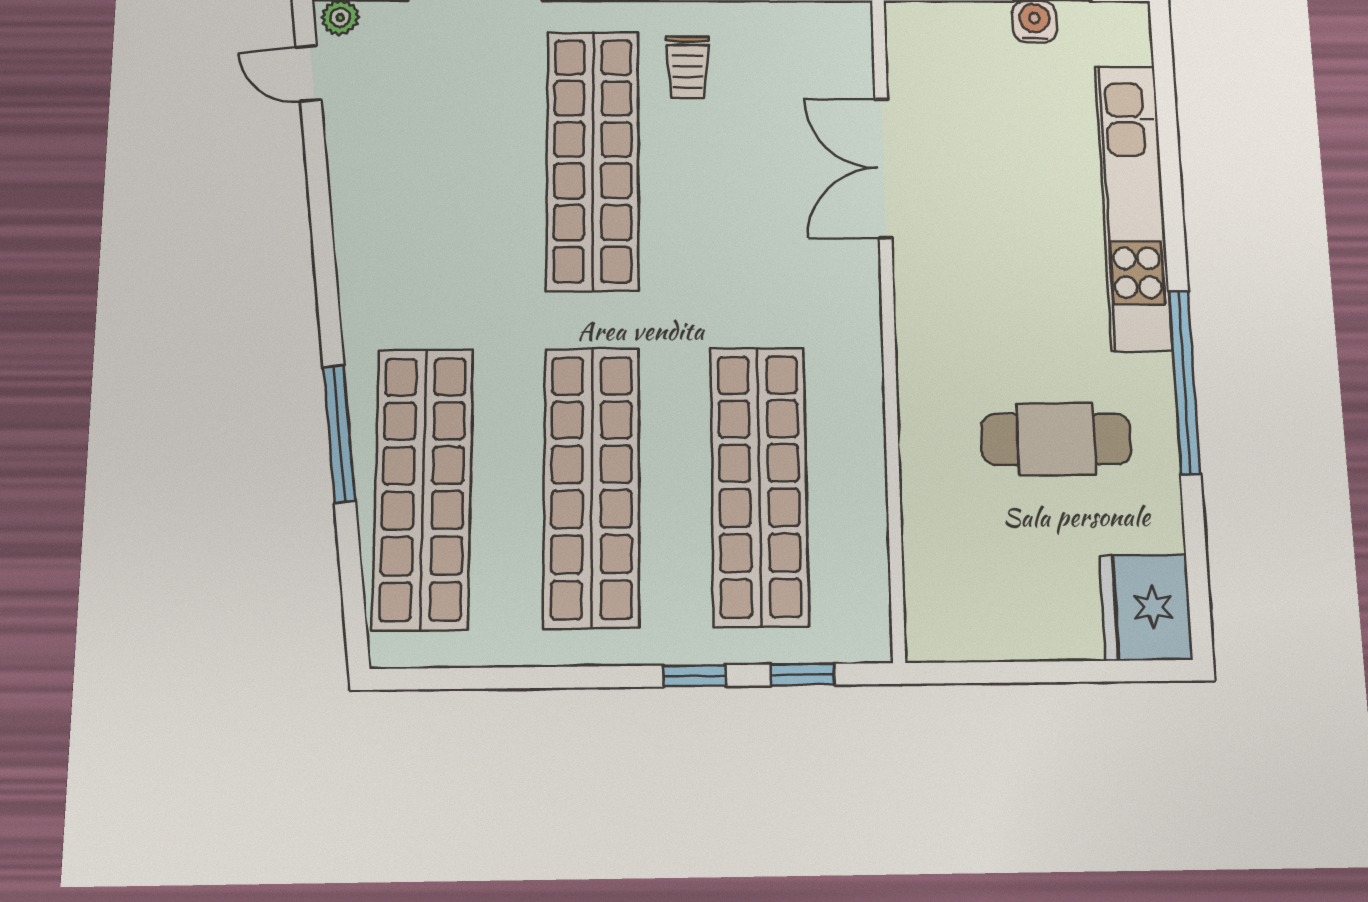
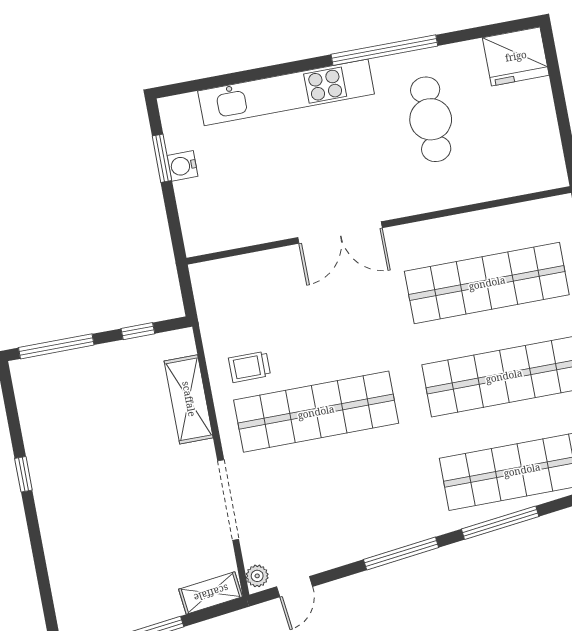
trolley: (688, 67) -> (250, 367), turned 180
double door: (883, 168) -> (340, 233), moved
window: (324, 256) -> (401, 554), added

